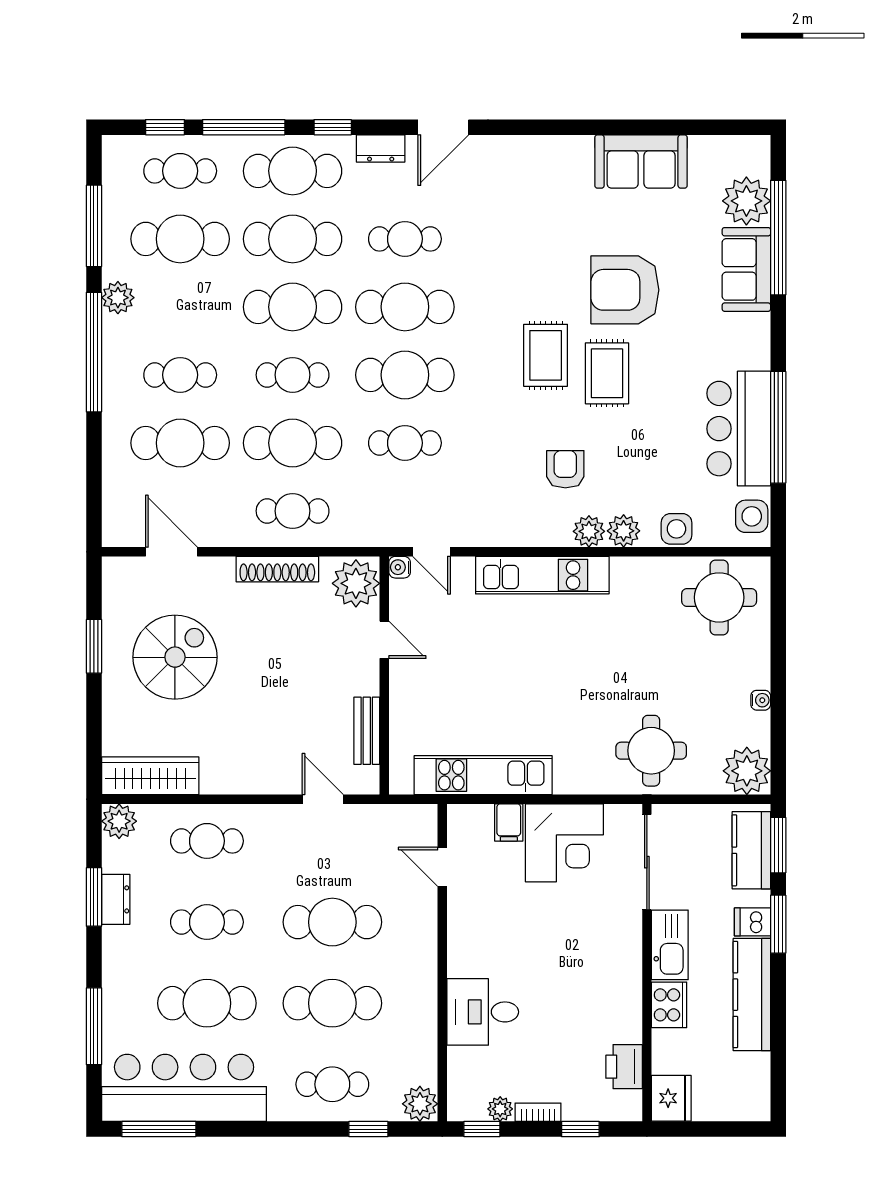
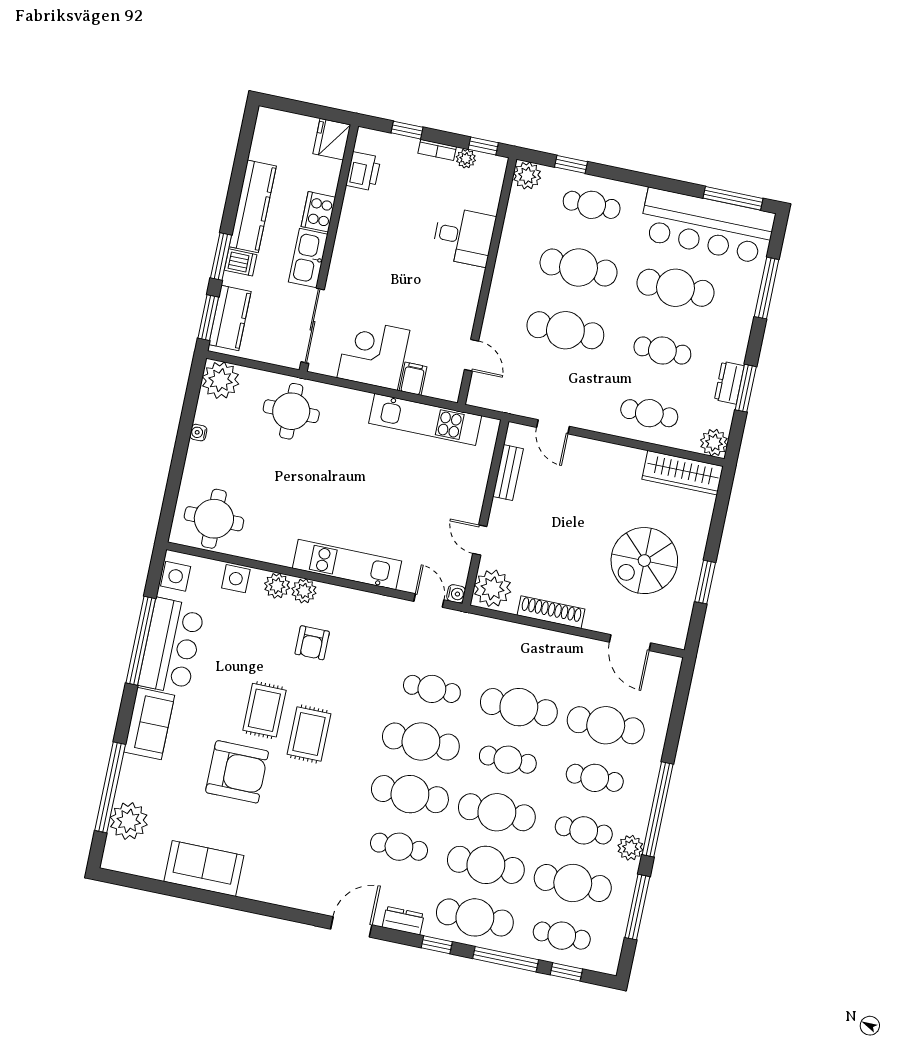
sofa: (746, 269) -> (149, 724), moved
cafe table: (293, 511) -> (584, 830), moved

